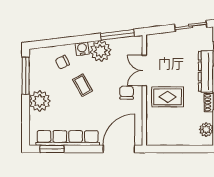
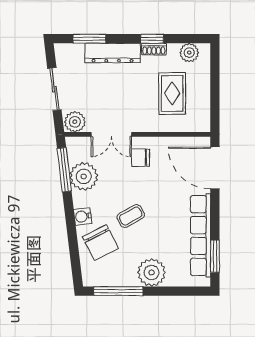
sliding door: (191, 26) -> (54, 89), moved
plant: (154, 43) -> (75, 122), added
plant: (101, 51) -> (84, 176), moved
chair: (62, 62) -> (100, 243), width x1.87, depth x1.87
rug: (168, 97) -> (172, 93), moved

